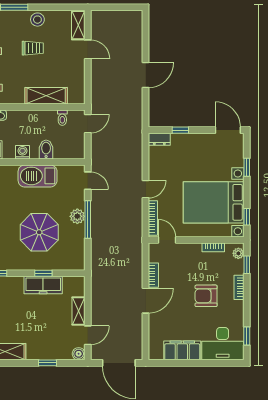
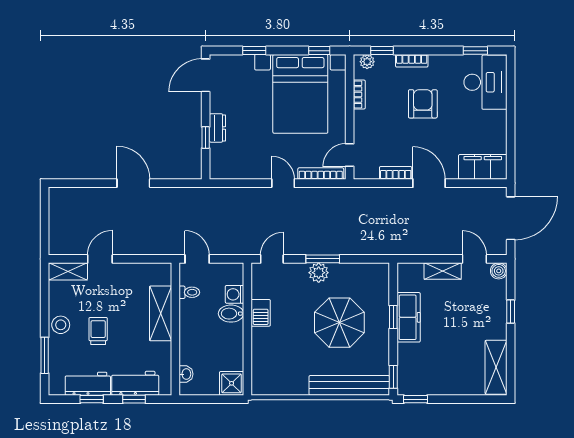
dresser: (159, 139) -> (217, 128), moved
washing machine: (22, 152) -> (235, 294), moved
barbecue: (38, 176) -> (261, 313), width x0.53, depth x0.65
window: (88, 219) -> (323, 259), width x0.69
armchair: (206, 296) -> (423, 104), turned 180
filing cabinet: (182, 350) -> (483, 167), moved, turned 90

